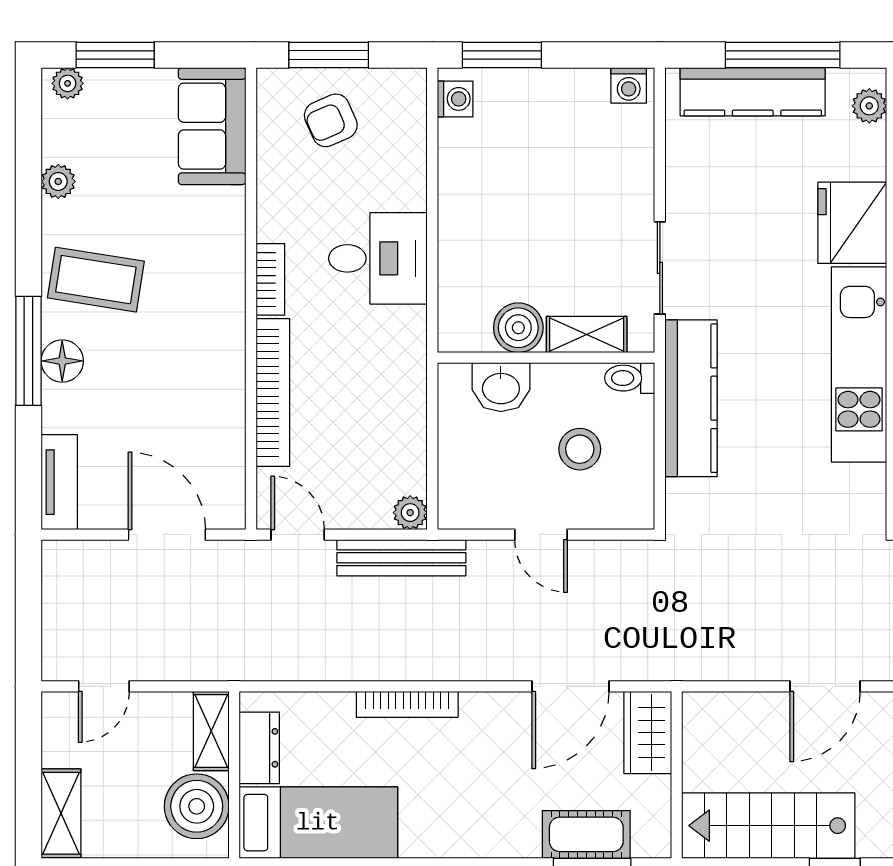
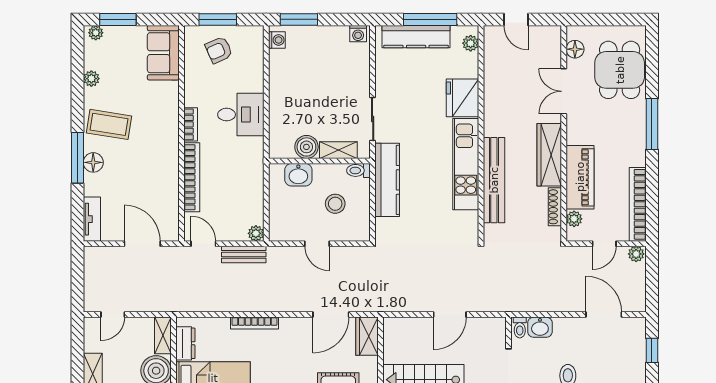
bench: (401, 558) -> (244, 254), width x0.73

